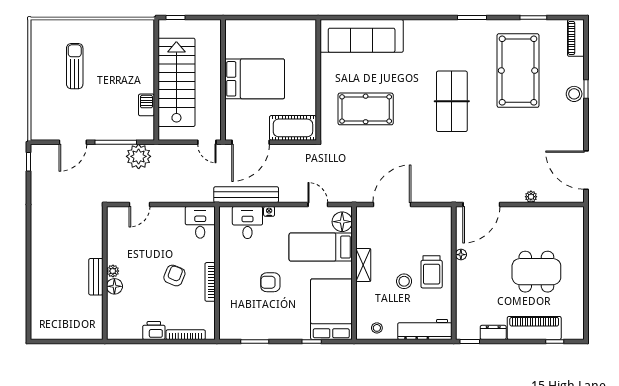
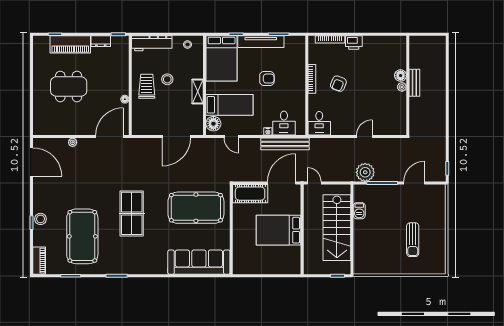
pool table: (366, 109) -> (196, 208), width x1.36, depth x1.32
plant: (113, 271) -> (402, 87), moved
wall: (105, 273) -> (408, 85), moved
bench: (96, 277) -> (414, 83), moved
floor lamp: (114, 286) -> (401, 76), moved
tv unit: (279, 332) -> (261, 42), added

